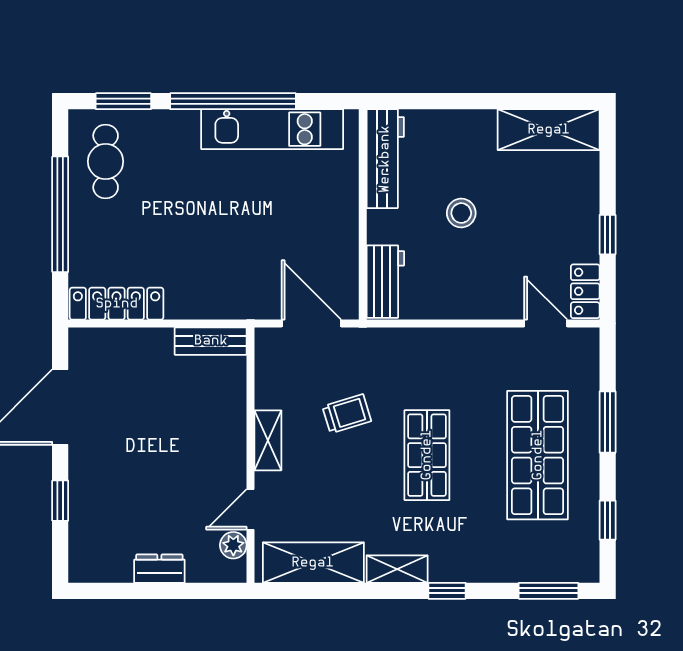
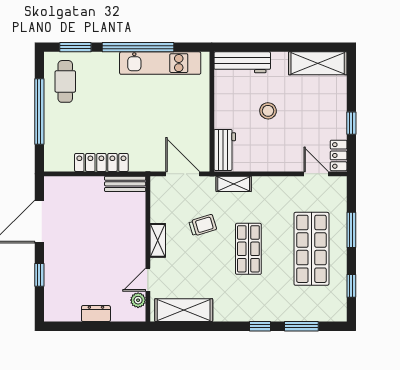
workbench: (385, 159) -> (242, 62), moved, turned 90
locker: (117, 304) -> (101, 163), moved
shelving: (397, 569) -> (234, 184), moved
window: (549, 591) -> (301, 326), moved

